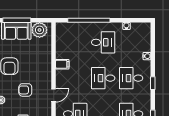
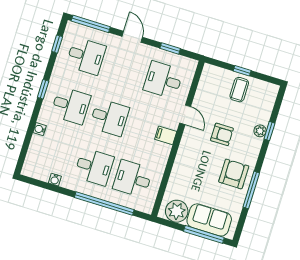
desk: (75, 42) -> (133, 179), added
desk: (103, 42) -> (94, 167), turned 180
filing cabinet: (62, 64) -> (166, 135), moved
door: (54, 95) -> (185, 115), swing flipped

